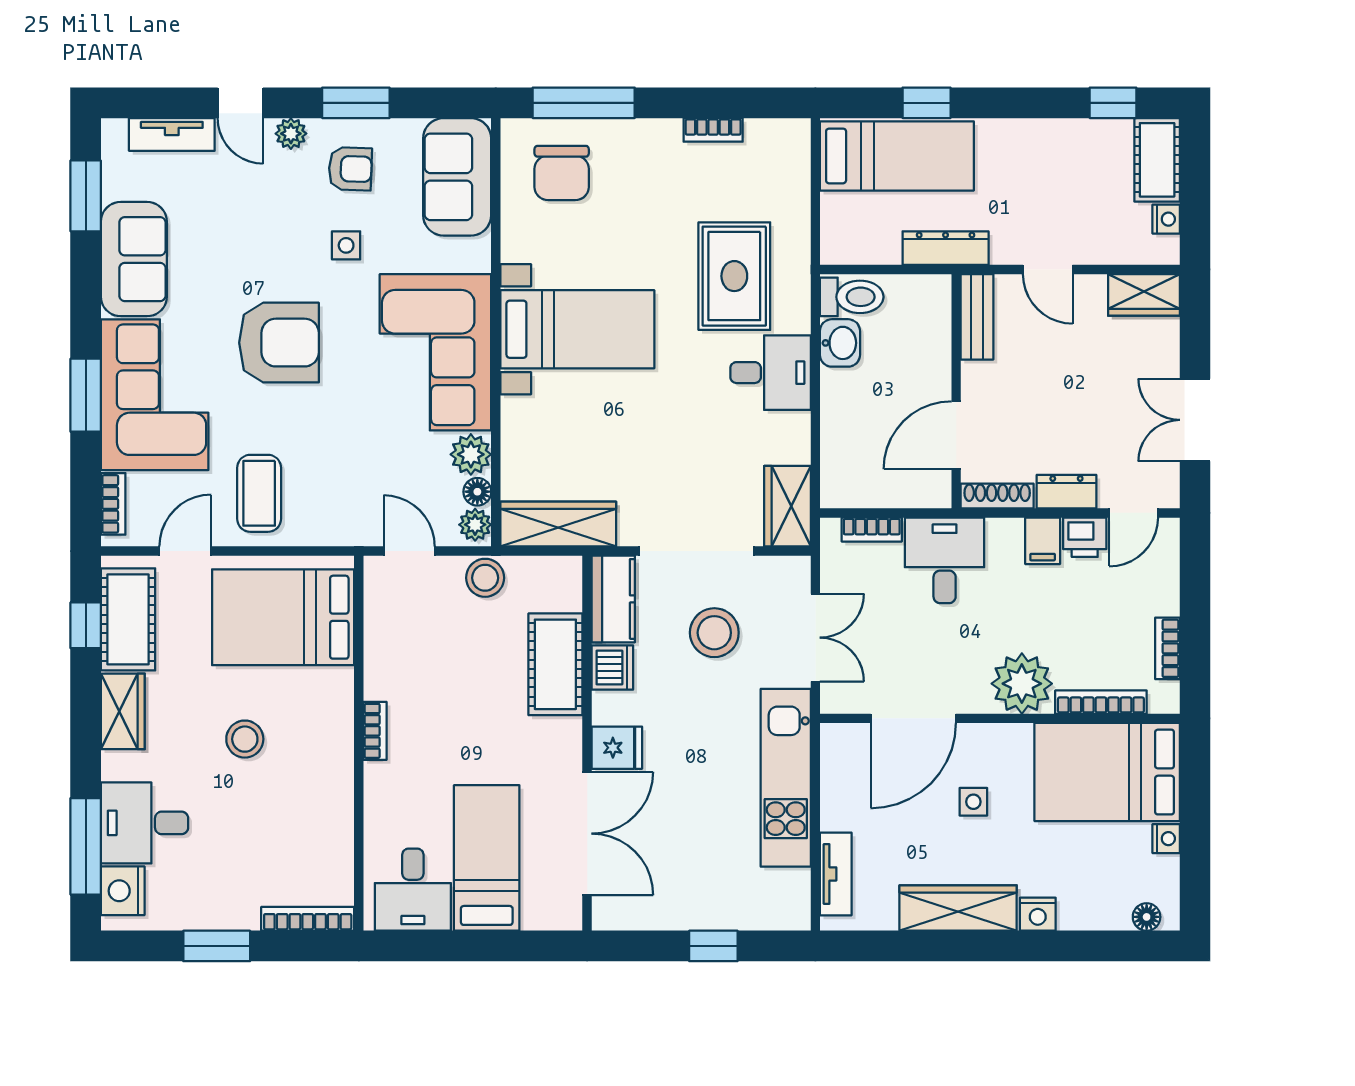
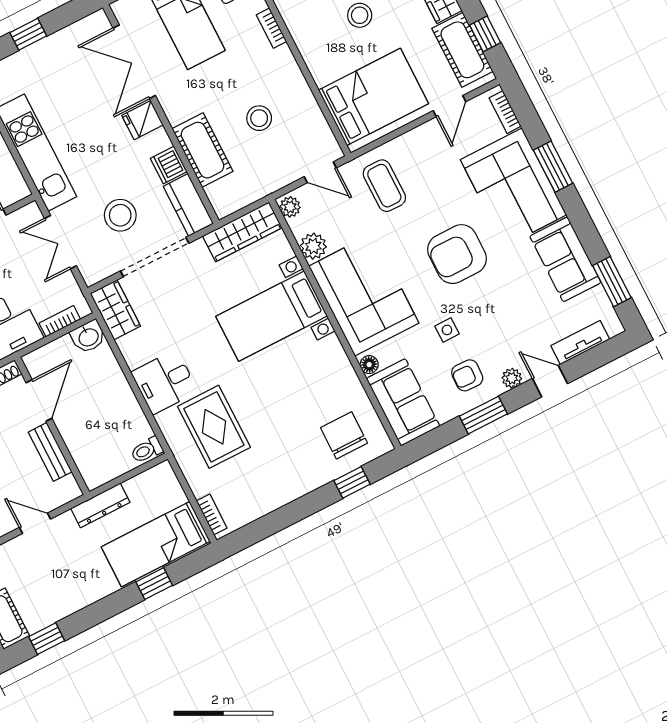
window: (584, 103) -> (352, 482), width x0.46
bookcase: (713, 130) -> (212, 514), moved, turned 90
toilet: (852, 297) -> (147, 450), width x0.73, depth x0.72
bench: (977, 317) -> (50, 452), moved
bed with nightstands: (577, 329) -> (272, 316), moved
washbasin: (840, 343) -> (88, 337), moved, turned -90
floor lamp: (477, 492) -> (369, 365), moved
coffee table: (259, 493) -> (384, 186), moved
stool: (485, 578) -> (259, 118), moved
bookcase: (375, 731) -> (271, 28), moved

